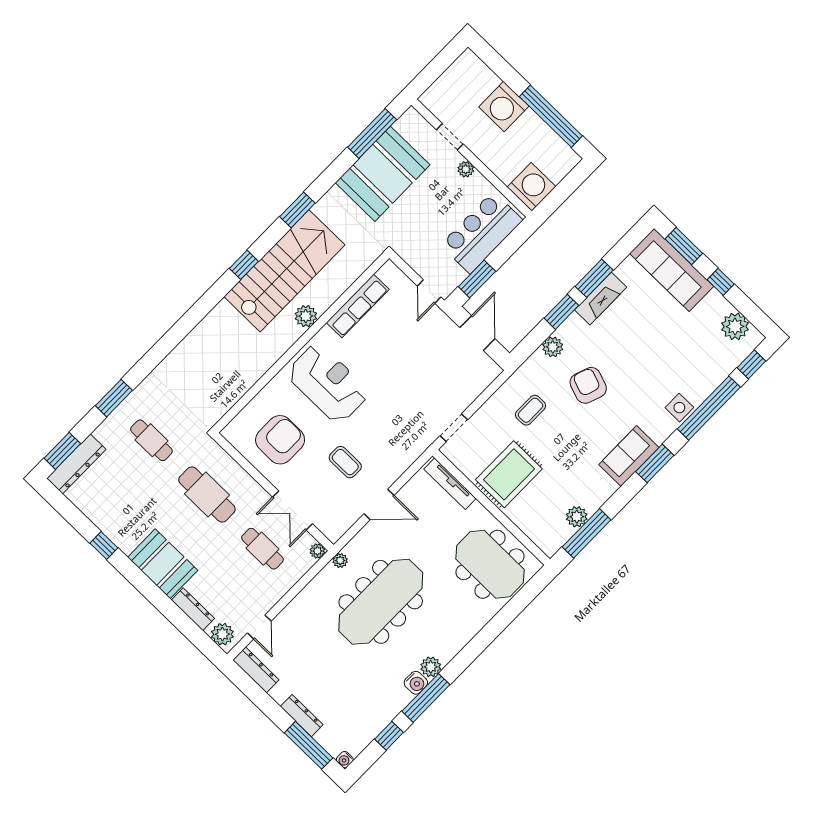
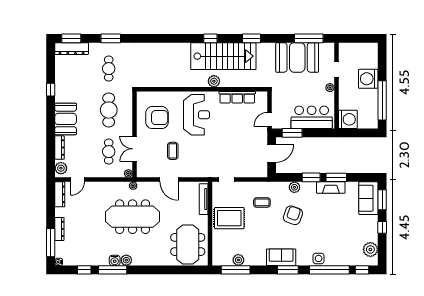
sofa: (672, 270) -> (368, 198), width x0.73

